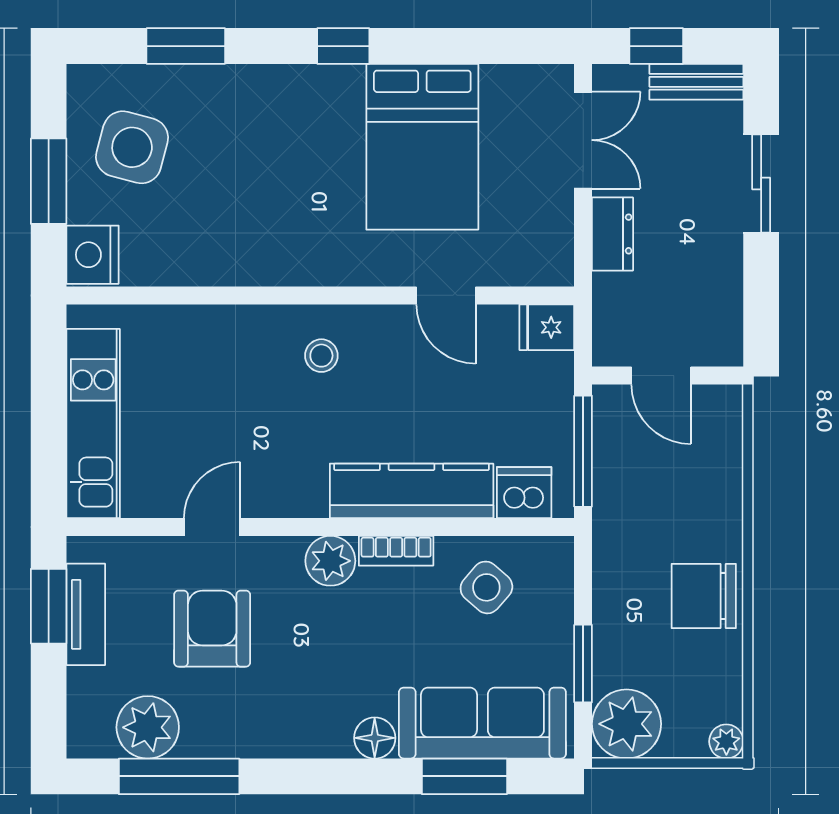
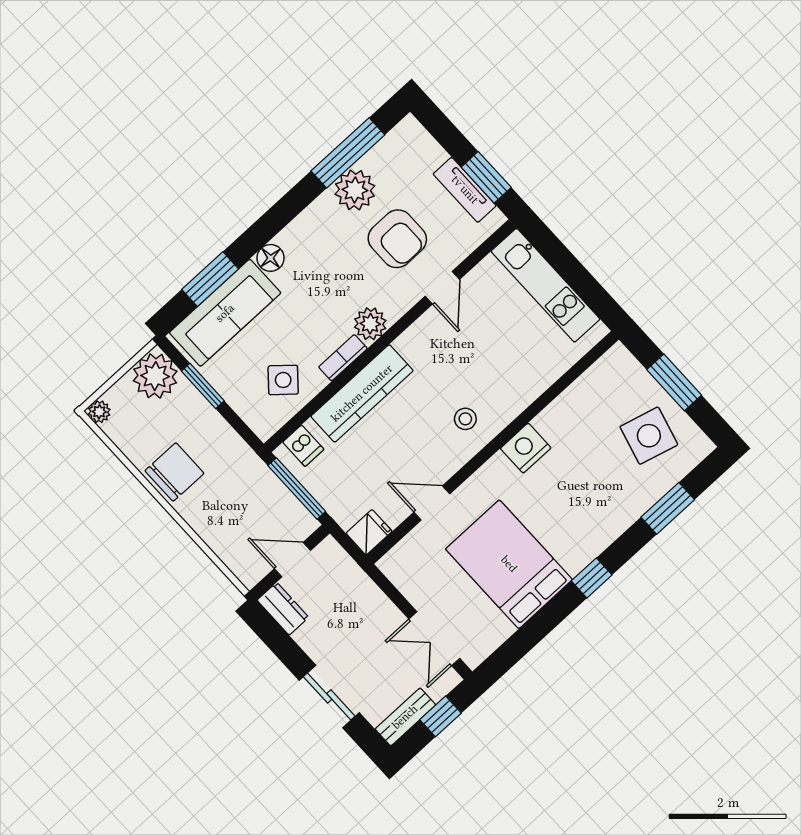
dresser: (613, 234) -> (283, 609), moved, turned 180
nightstand: (93, 255) -> (526, 448), moved, turned -90
dishwasher: (524, 493) -> (303, 446), width x0.73
plant: (148, 727) -> (355, 190), moved

